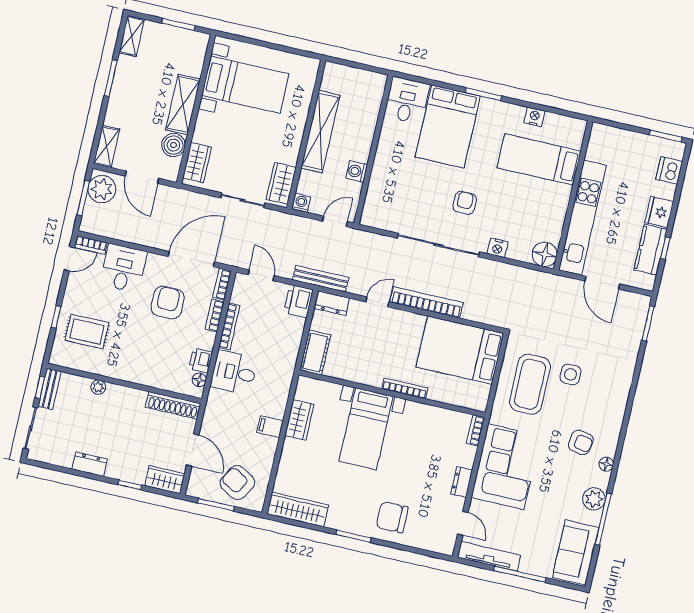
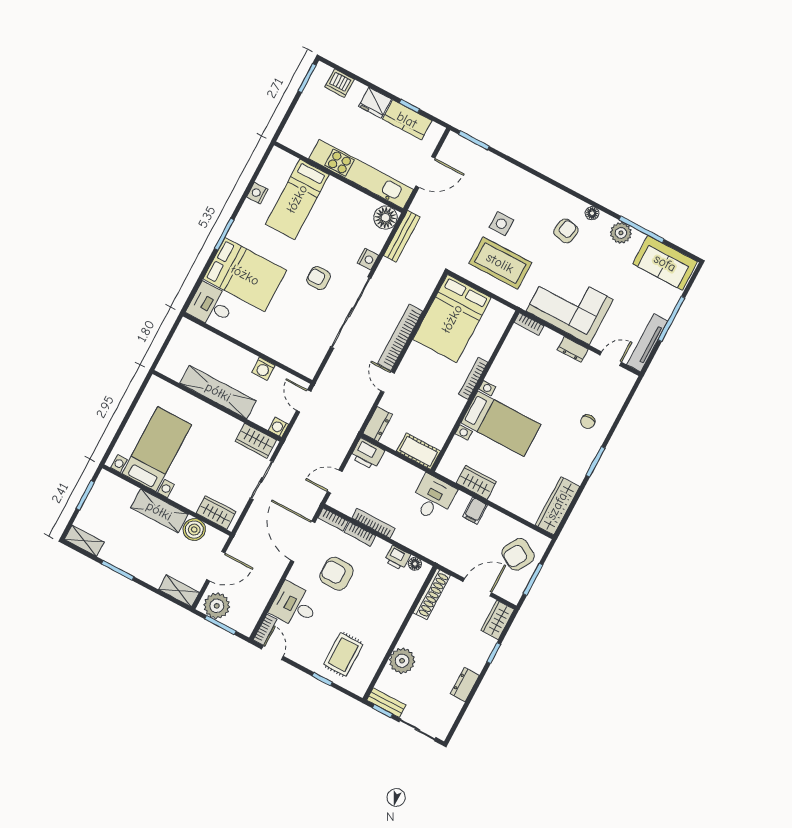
bench: (321, 279) -> (402, 236), moved
desk: (234, 372) -> (433, 498), moved, turned 180
plant: (98, 387) -> (402, 661), width x1.88, depth x1.88
chair: (392, 517) -> (588, 422), width x0.54, depth x0.54

